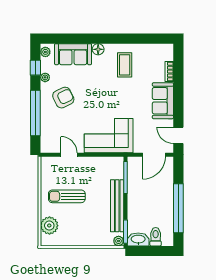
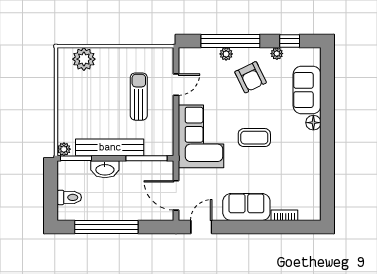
plant: (45, 52) -> (226, 54), moved
coffee table: (125, 65) -> (254, 138), moved
sun lounger: (67, 196) -> (139, 97), moved
washbasin: (138, 239) -> (105, 169), moved, turned 90

